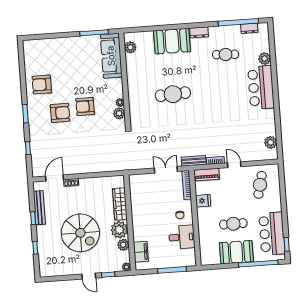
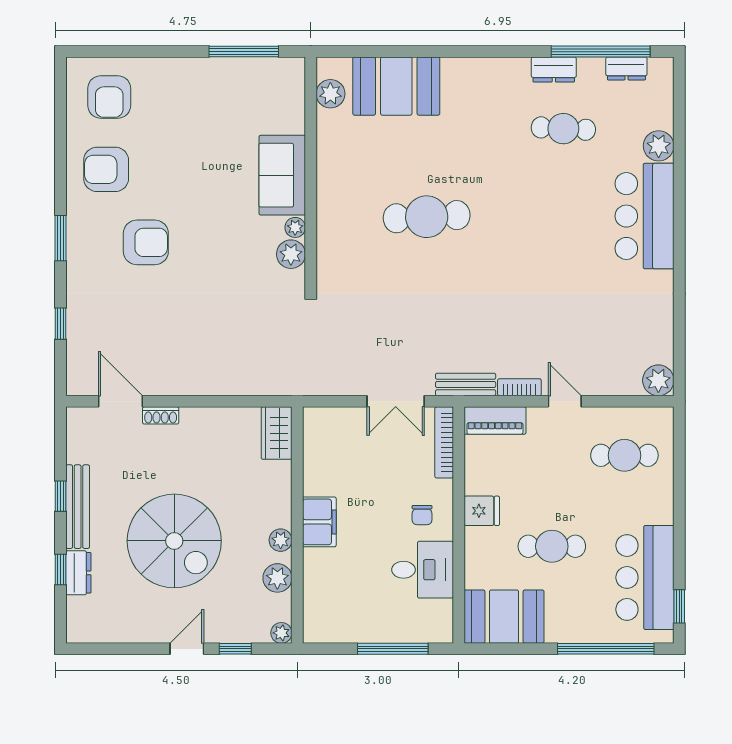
dresser: (199, 32) -> (554, 70), moved
booth: (172, 41) -> (396, 86), moved
sofa: (111, 56) -> (282, 175), moved, width x0.73
armchair: (85, 106) -> (109, 97), moved, turned -90
plant: (271, 142) -> (658, 380), moved
double door: (166, 170) -> (396, 401), swing flipped
door: (54, 178) -> (120, 401), hinge flipped
cafe table: (260, 185) -> (624, 455), turned 76
fridge: (203, 201) -> (482, 511), moved
wardrobe: (120, 204) -> (277, 433), moved, width x0.67
bench: (39, 208) -> (78, 507), moved
plant: (119, 230) -> (281, 540), width x0.53, depth x0.53
dresser: (43, 249) -> (78, 573), added
filing cabinet: (141, 252) -> (319, 522), moved
booth: (236, 252) -> (504, 617), moved
door: (89, 276) -> (187, 649), swing flipped

